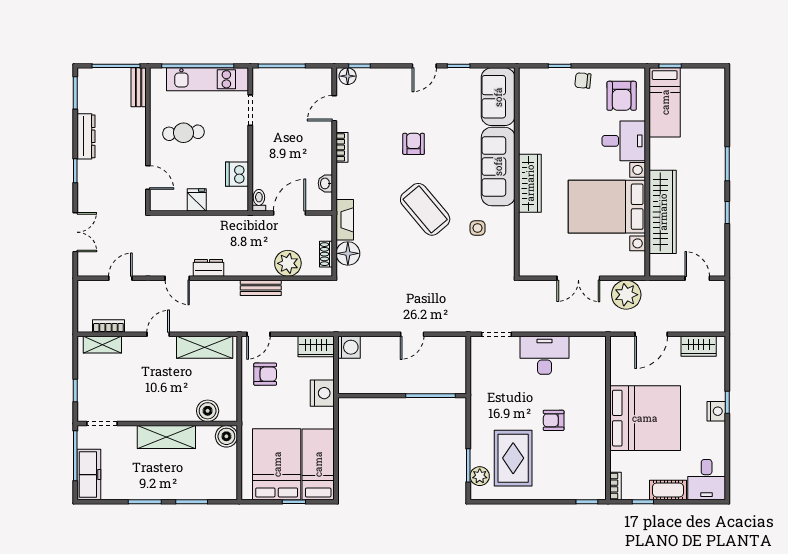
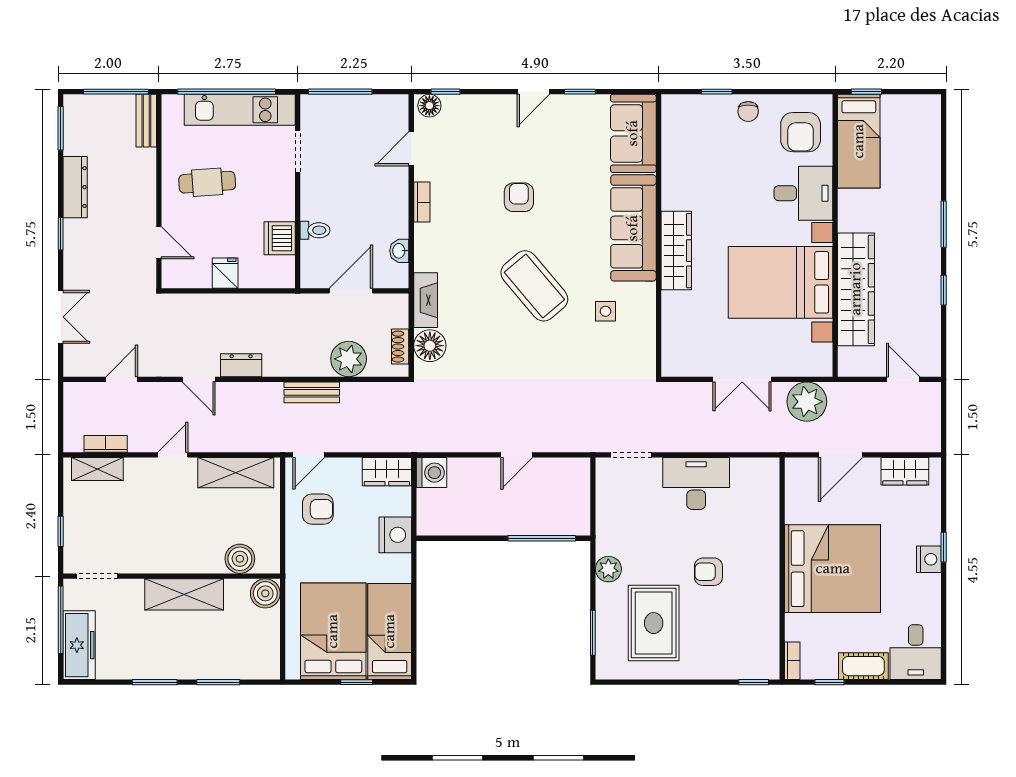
chair: (583, 81) -> (748, 111), turned -95
toilet: (259, 200) -> (315, 230), moved, turned 90
plant: (480, 476) -> (608, 569), moved

